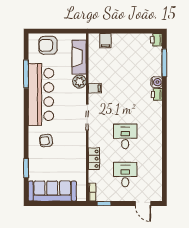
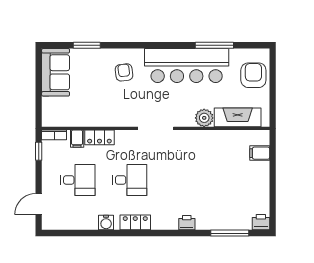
water cooler: (157, 82) -> (106, 223), moved
filing cabinet: (95, 88) -> (77, 139), moved
locker: (156, 132) -> (135, 222), added
sofa: (52, 191) -> (56, 72), width x0.73

